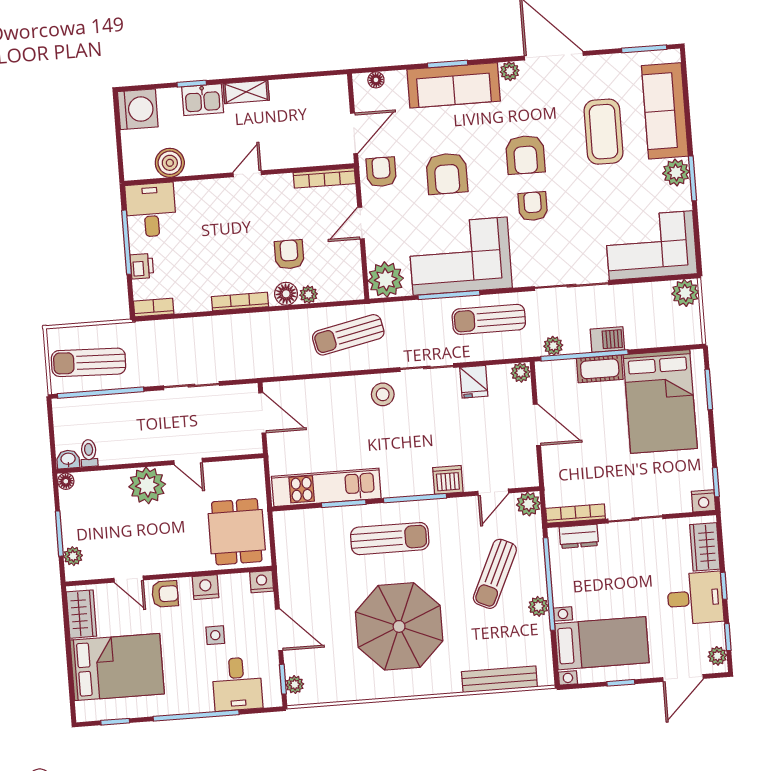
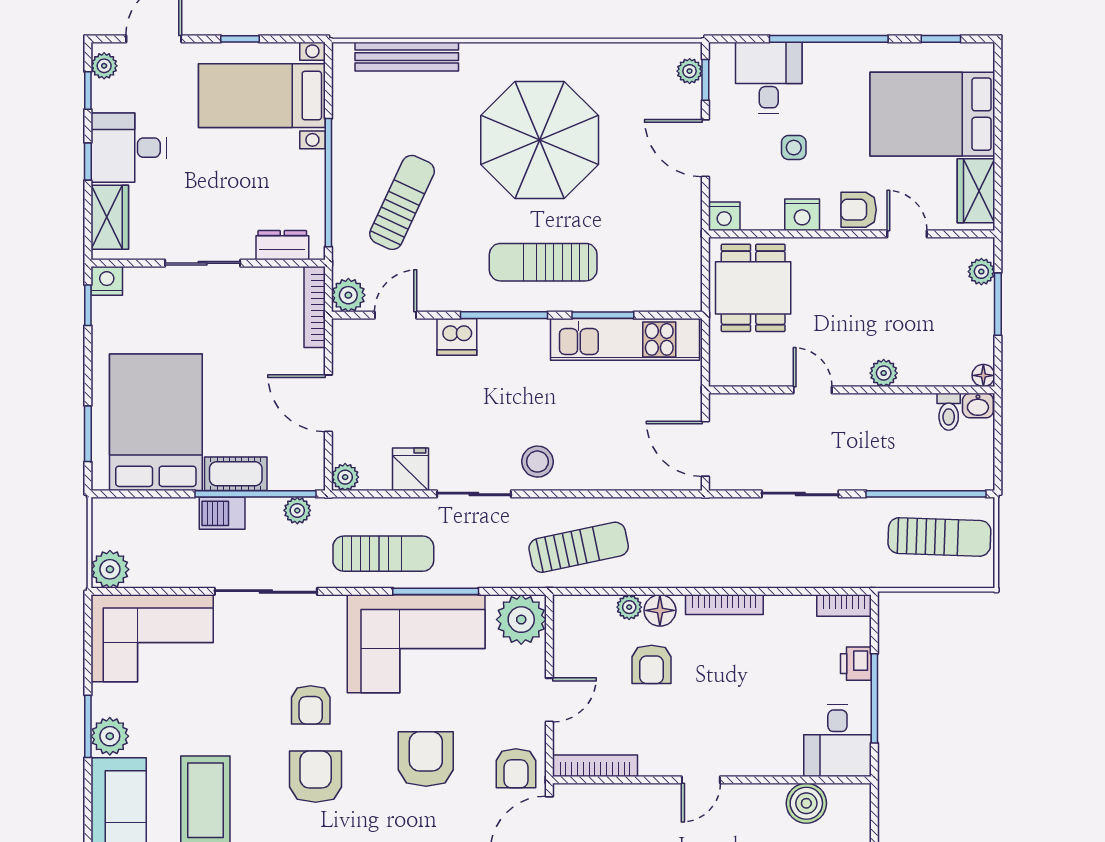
plant: (147, 485) -> (884, 373), width x0.53, depth x0.53
bookcase: (576, 514) -> (315, 307), moved, turned 90
plant: (538, 606) -> (345, 153), removed

